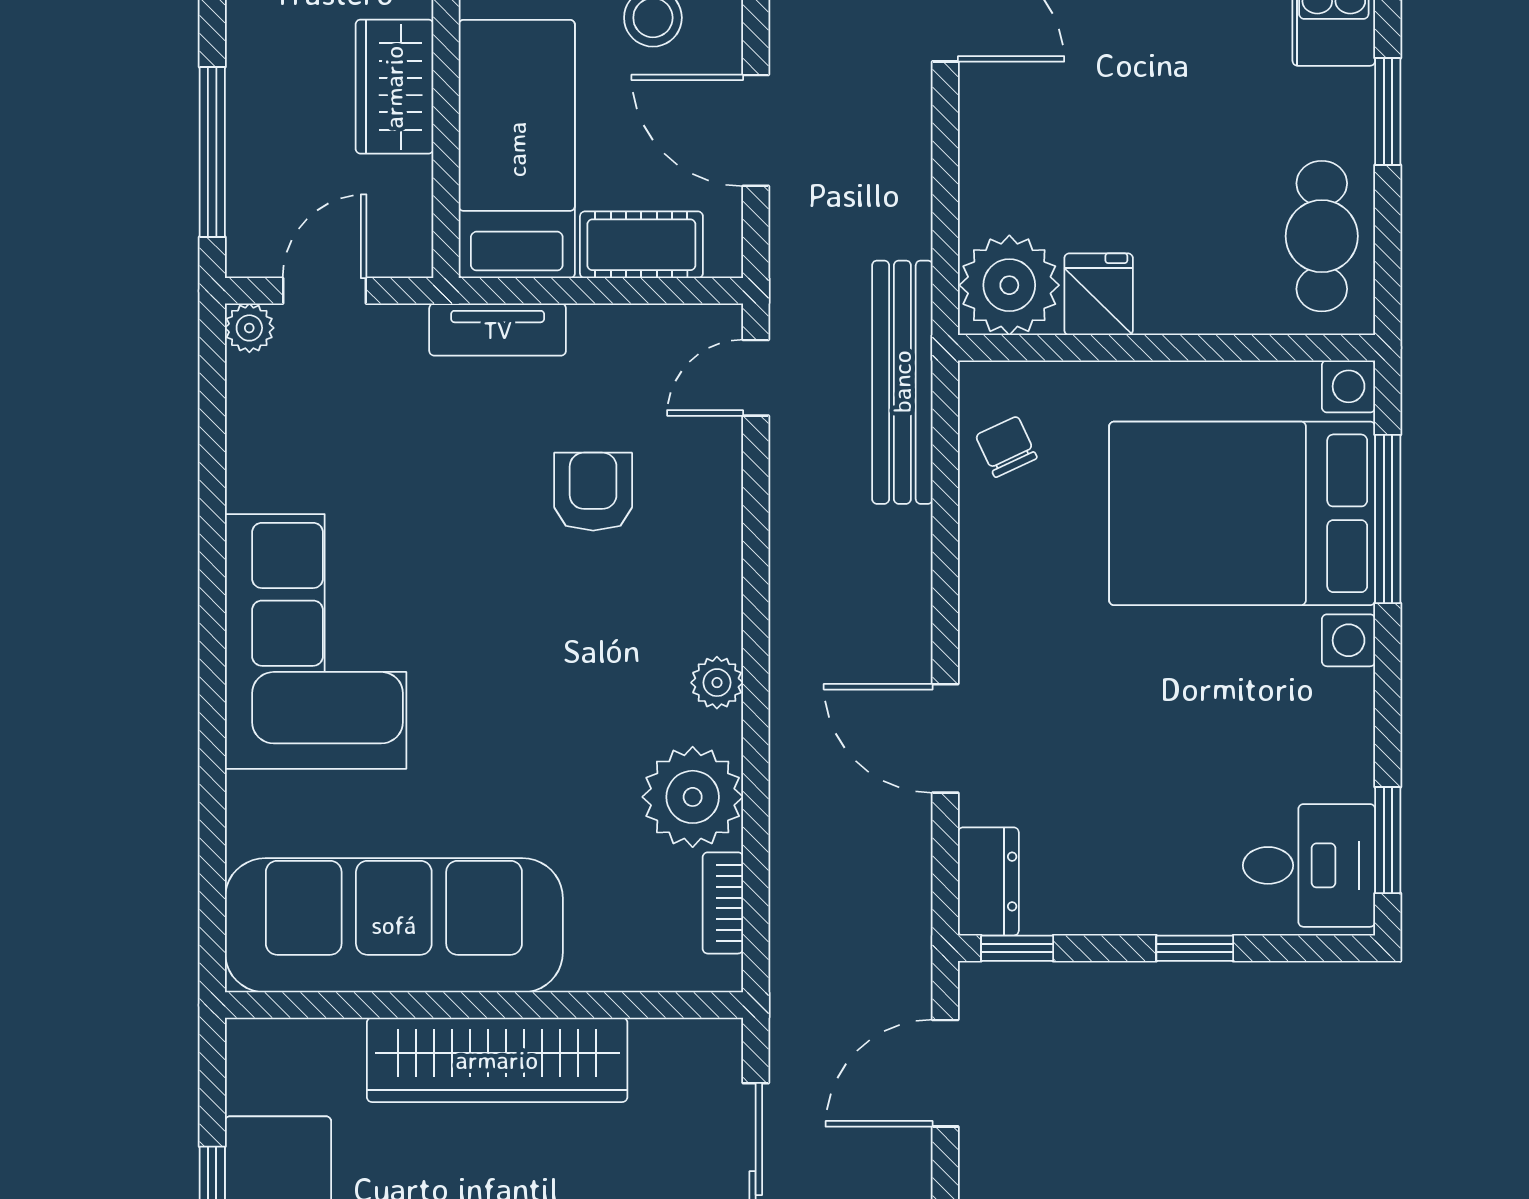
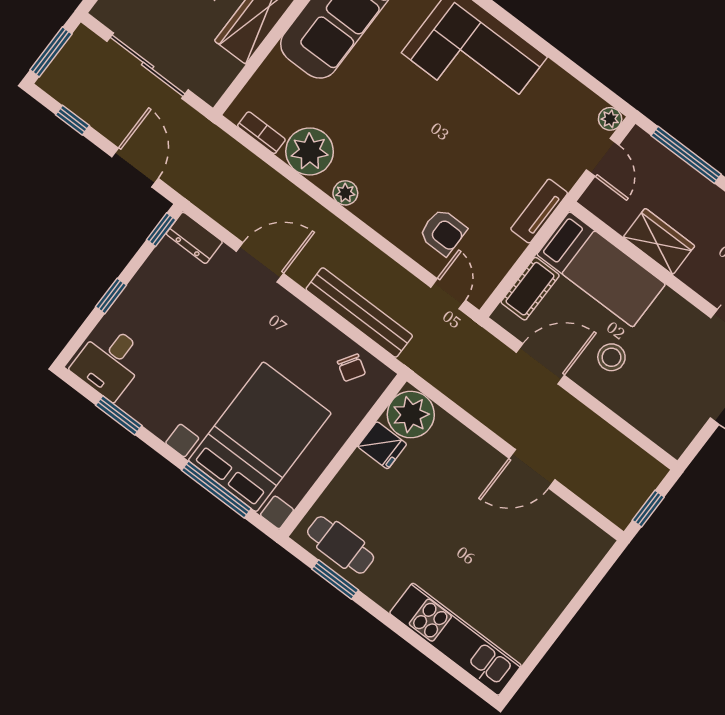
window: (1388, 112) -> (335, 580), moved
bench: (902, 382) -> (359, 312), moved
chair: (1006, 447) -> (351, 368), turned 57
armchair: (593, 492) -> (443, 232), moved
window: (1388, 840) -> (119, 415), moved

